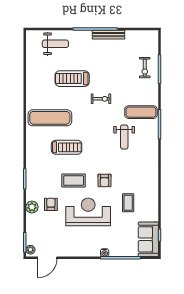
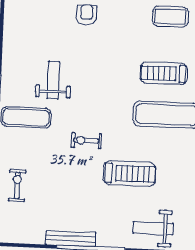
treadmill: (67, 147) -> (164, 73), moved
coffee table: (74, 180) -> (170, 17), moved

